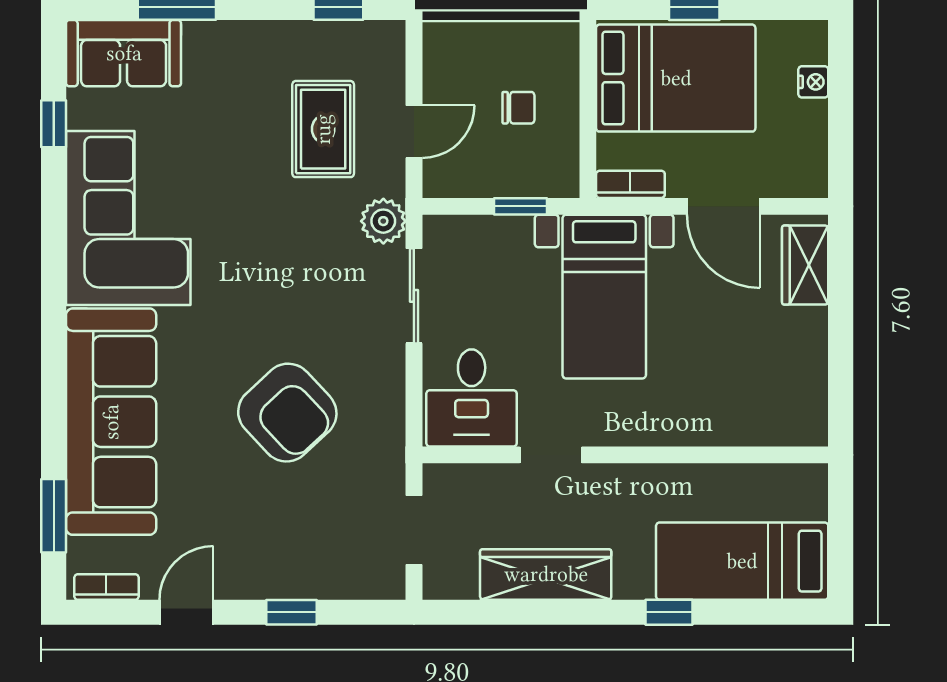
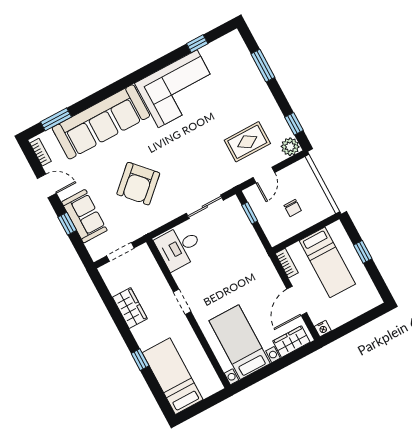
sofa: (124, 53) -> (84, 216), moved, turned 180
bed: (676, 78) -> (327, 262), width x0.67
nightstand: (813, 82) -> (323, 329), moved
door: (414, 132) -> (264, 175), hinge flipped
window: (520, 206) -> (250, 213), moved
plant: (383, 221) -> (290, 147), moved
bed with nightstands: (604, 297) -> (240, 342), moved, turned 90
doorway: (551, 455) -> (182, 302), moved
wardrobe: (546, 574) -> (130, 308), width x0.67

